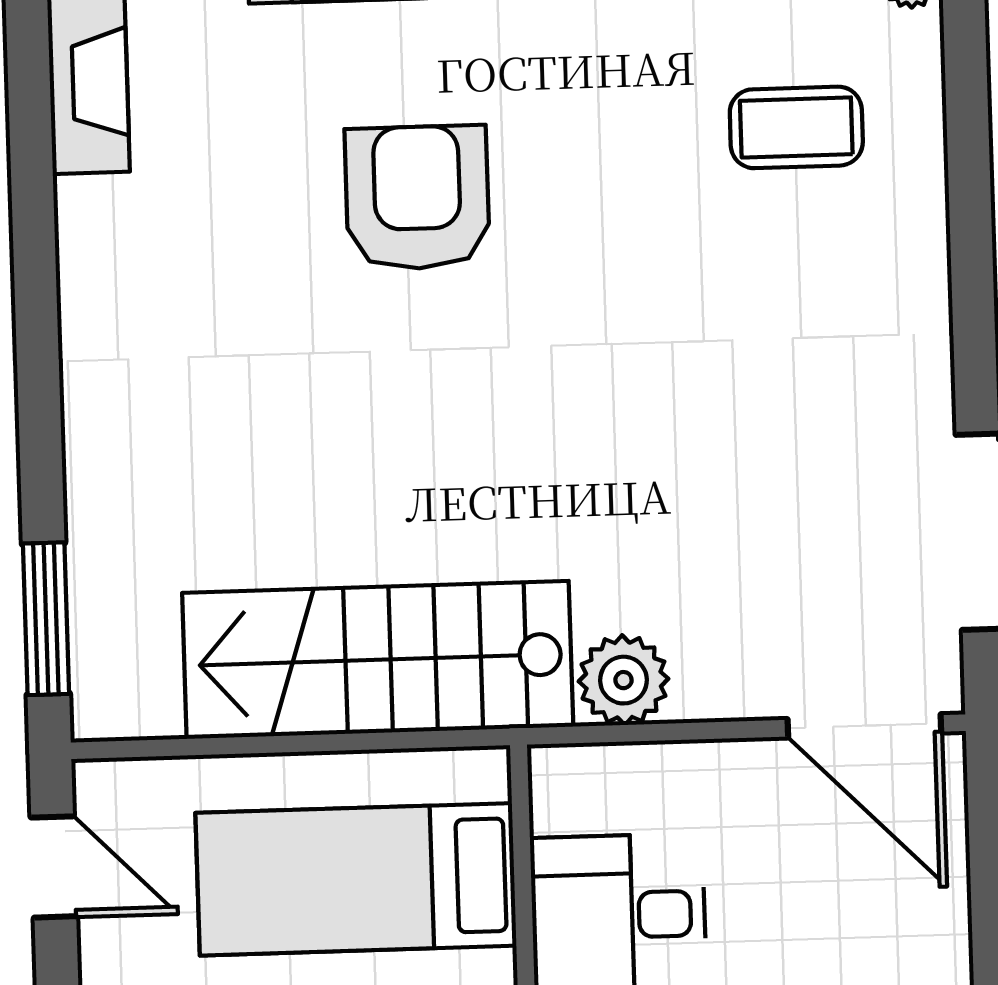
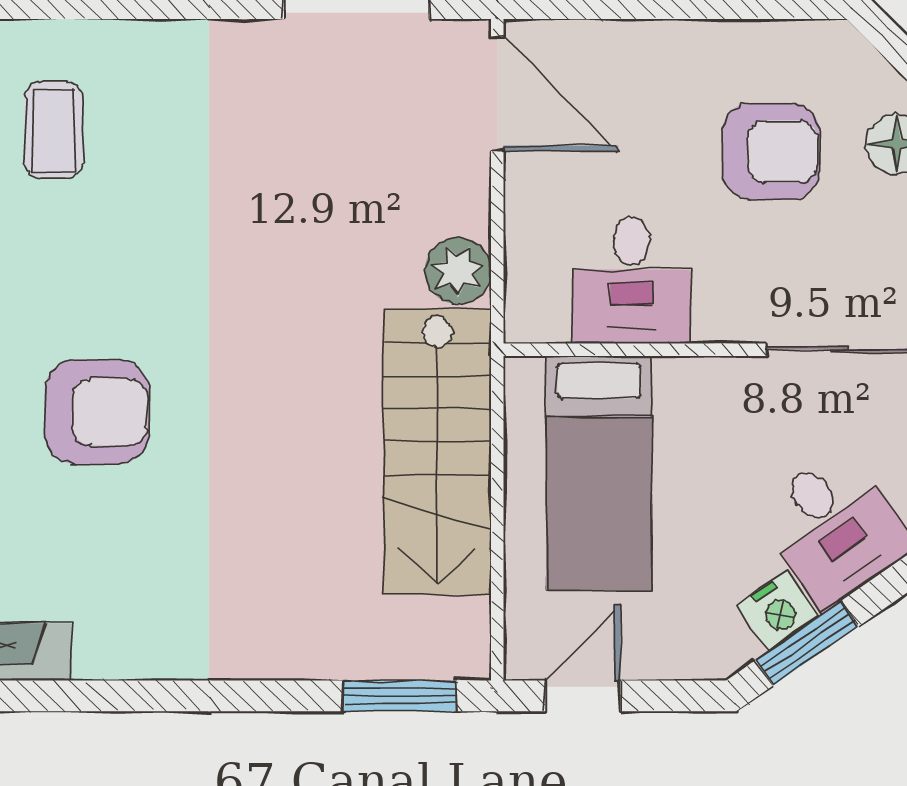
armchair: (417, 198) -> (97, 412), turned 180
door: (864, 726) -> (497, 94), hinge flipped

